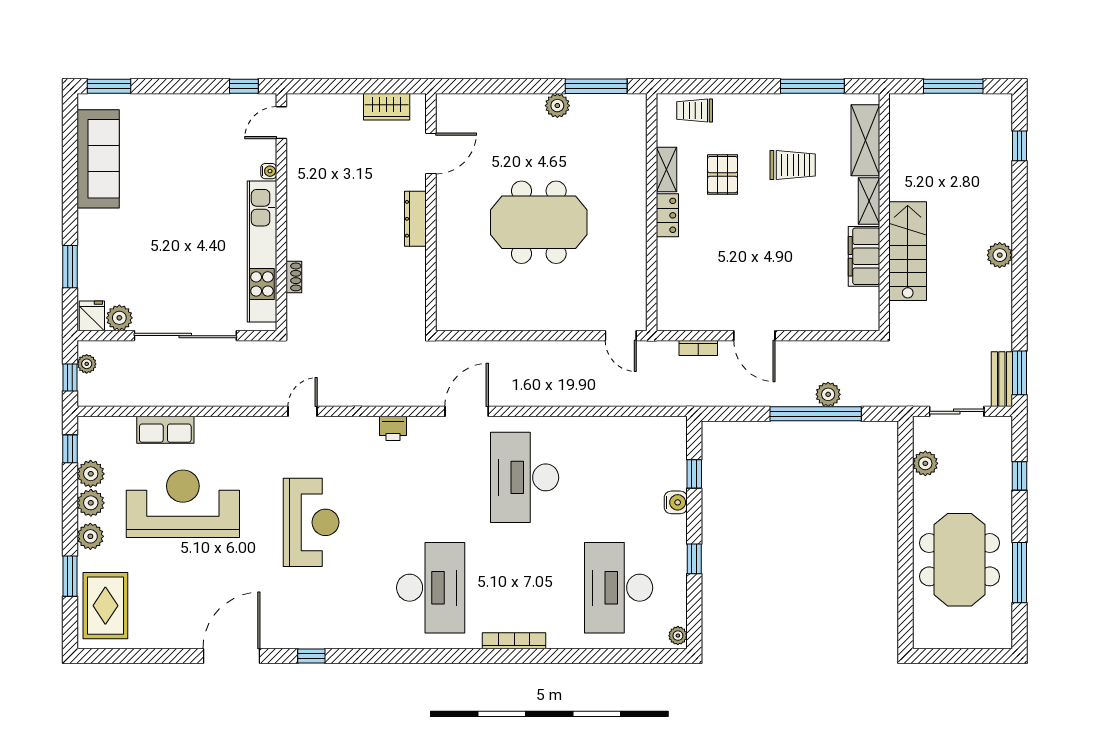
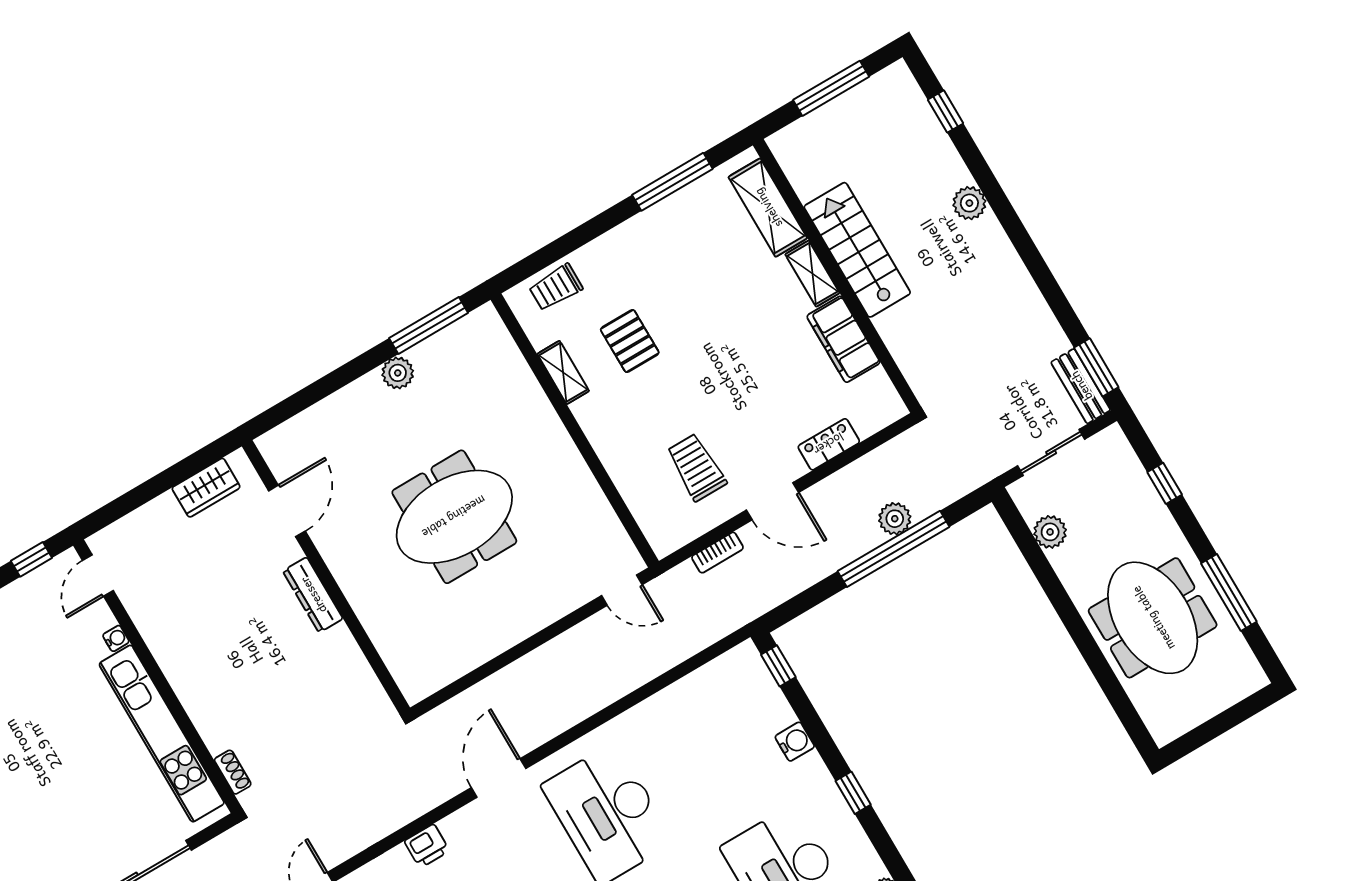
trolley: (793, 165) -> (696, 467), moved, turned -90
locker: (667, 215) -> (829, 444), moved, turned -90
stairs: (908, 251) -> (857, 250), moved
plant: (1000, 255) -> (969, 203), moved
shoe rack: (294, 277) -> (233, 772), moved
window: (694, 474) -> (778, 666), moved

